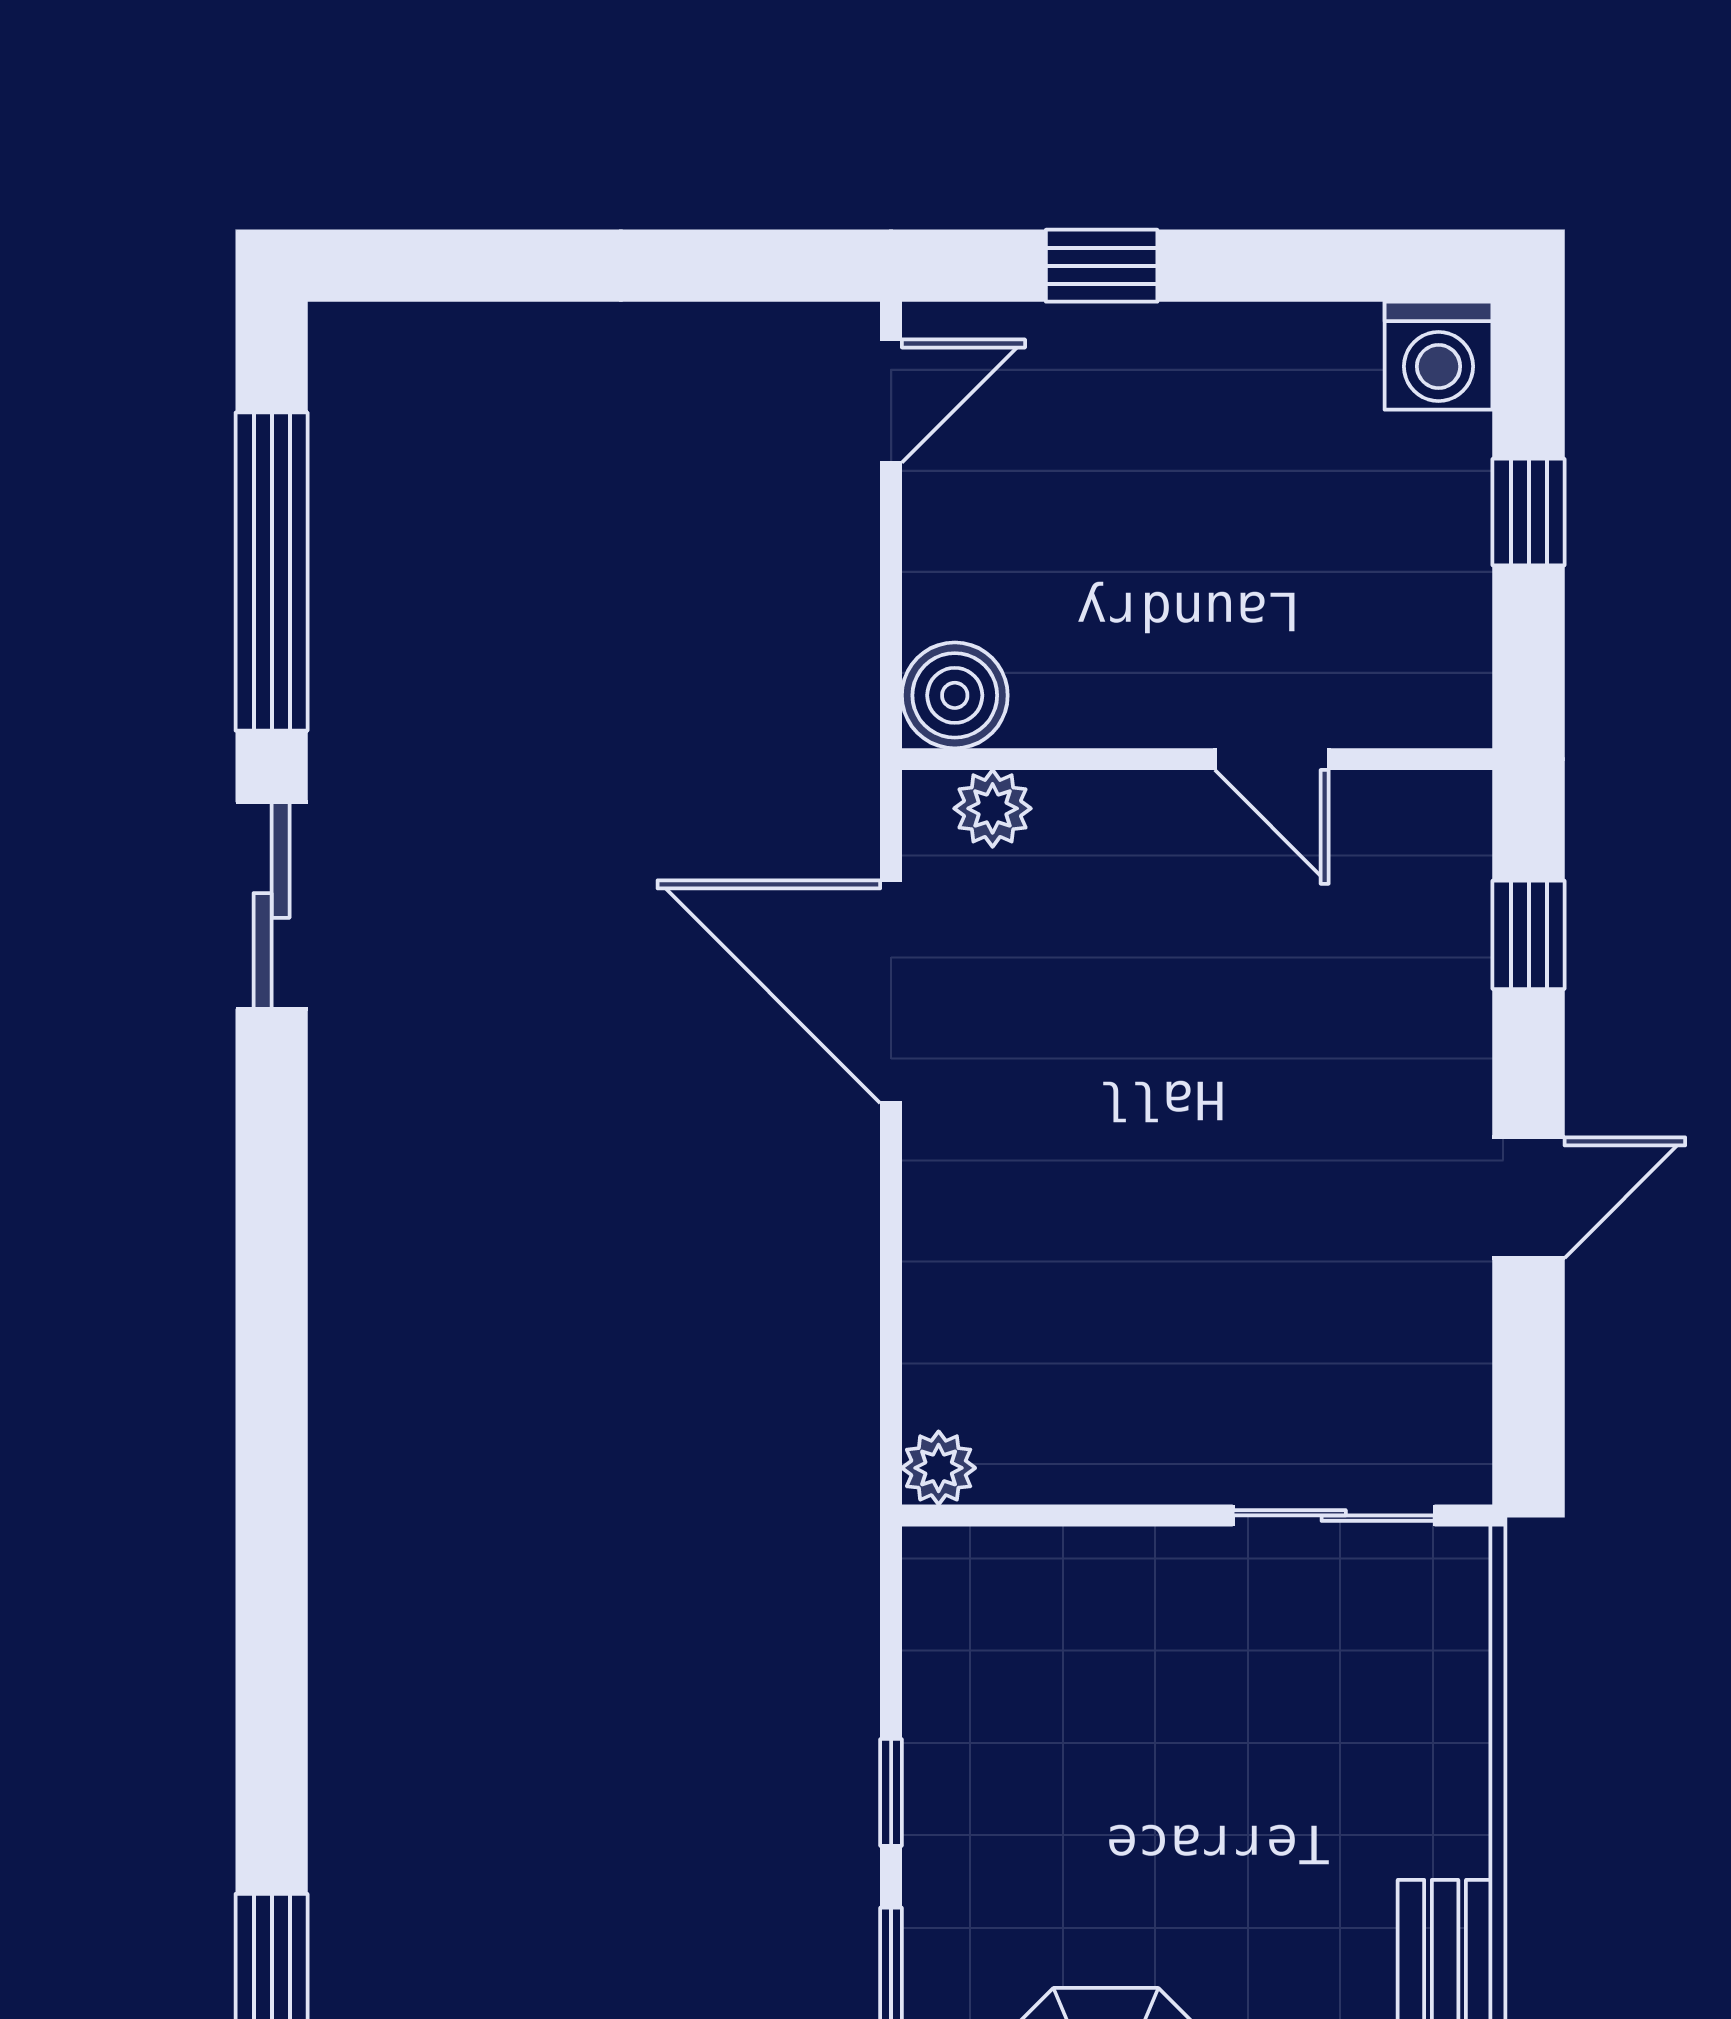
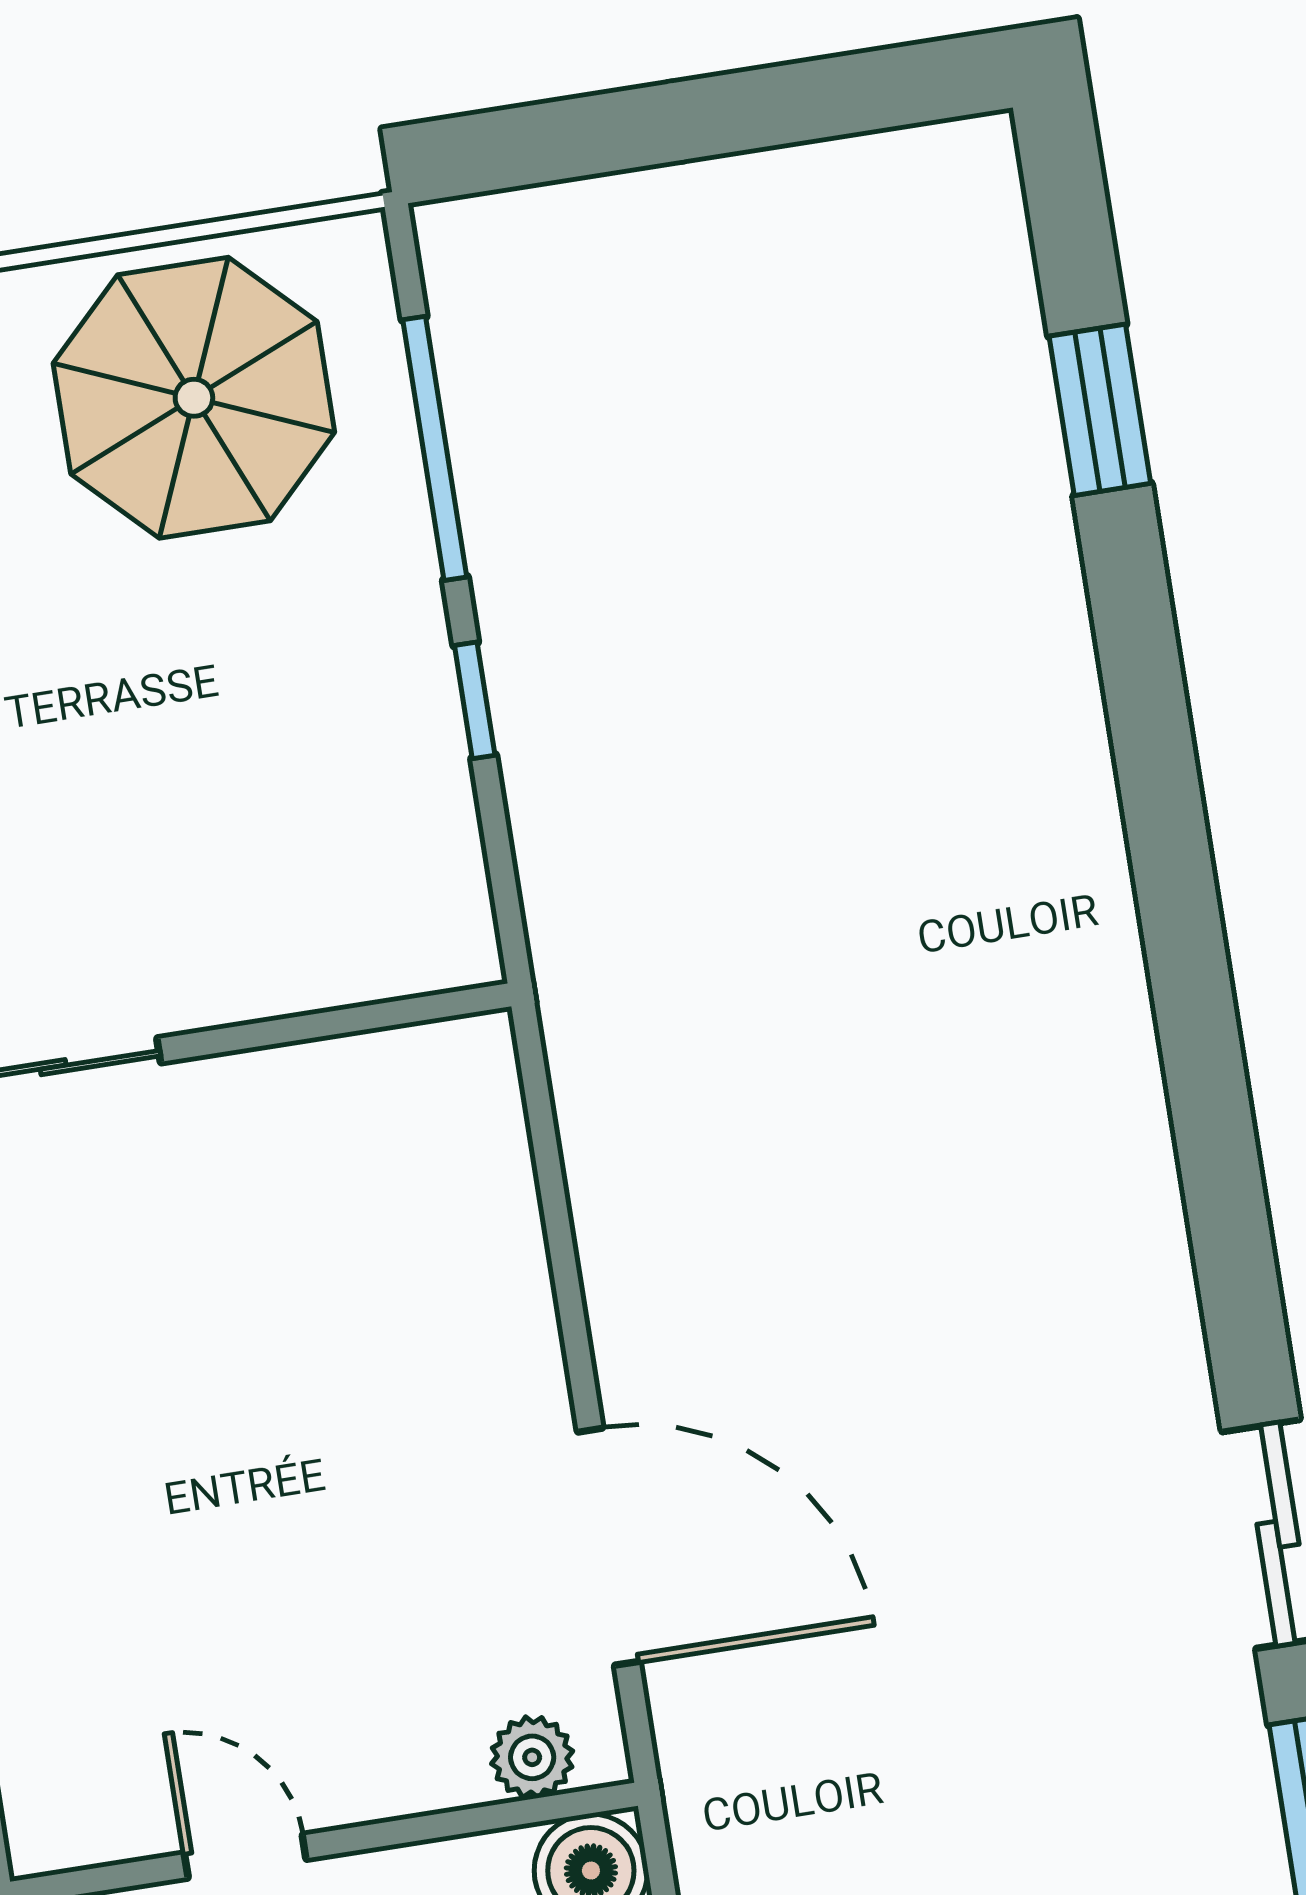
plant: (939, 1468) -> (479, 1051), removed

